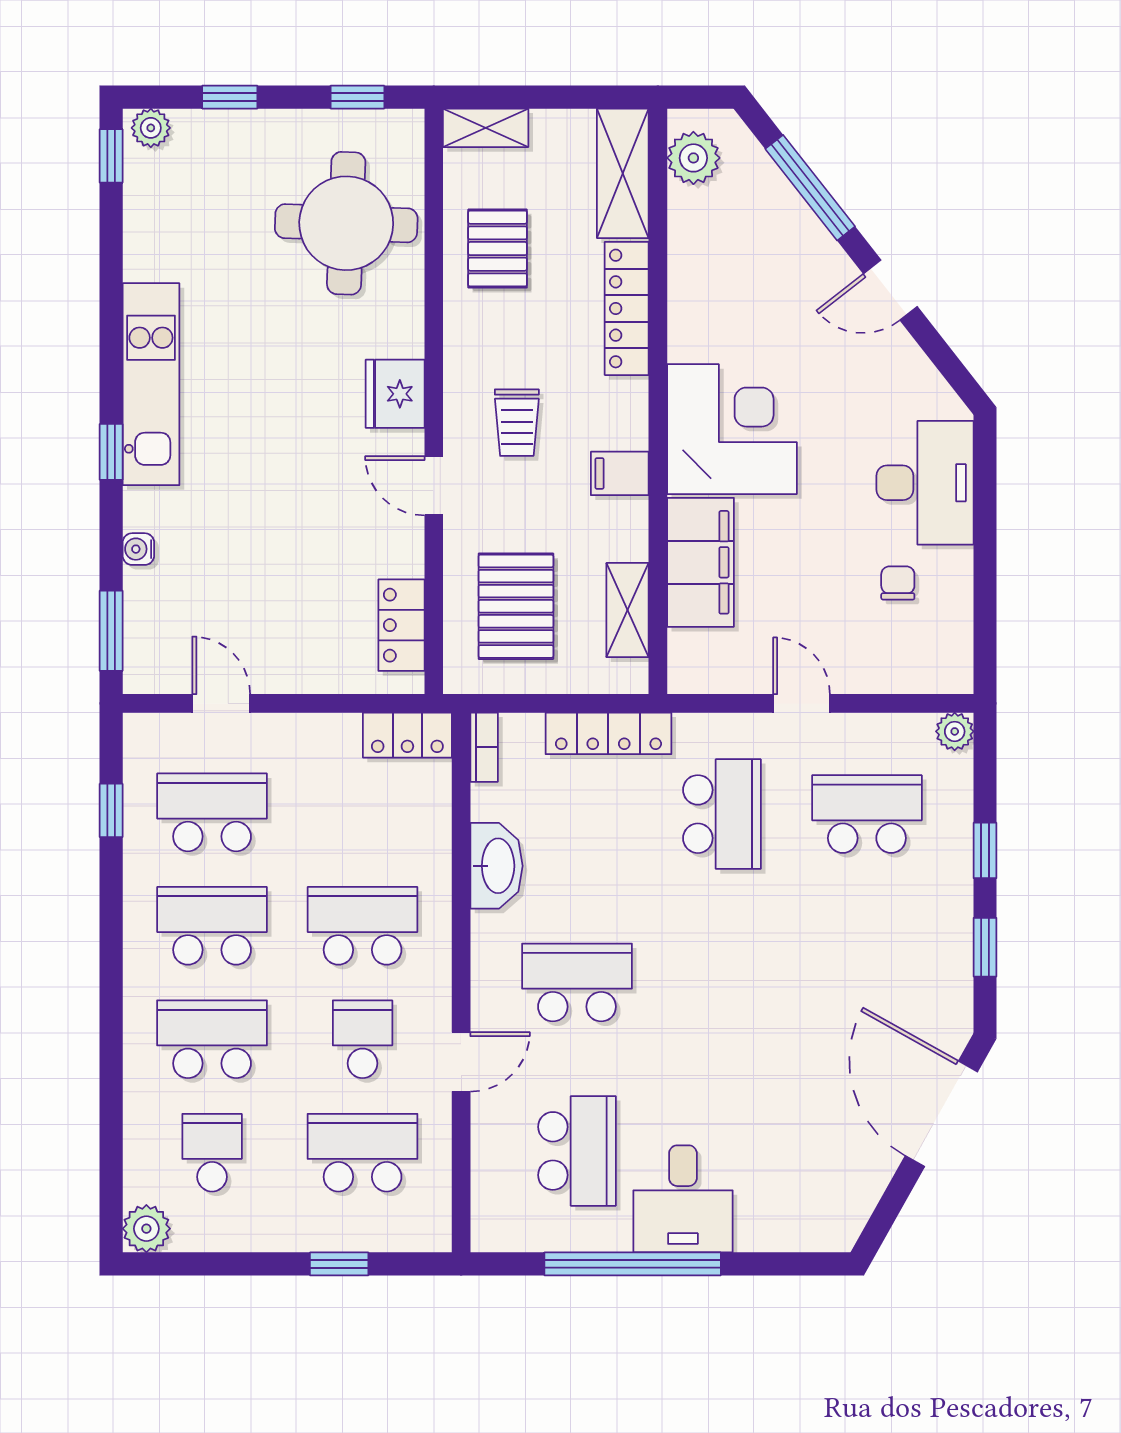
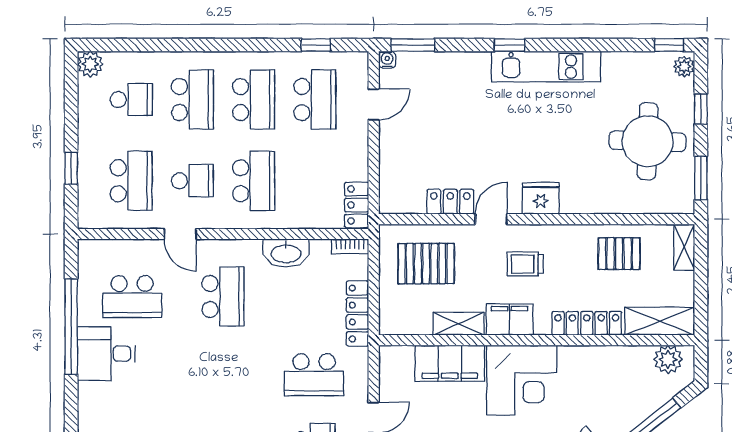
window: (357, 97) -> (701, 178), width x1.50
round table: (346, 223) -> (648, 141), moved
filing cabinet: (620, 473) -> (509, 320), width x2.00
water cooler: (138, 549) -> (387, 60), moved
shelving: (628, 610) -> (459, 324), moved
locker: (401, 625) -> (450, 202), moved

